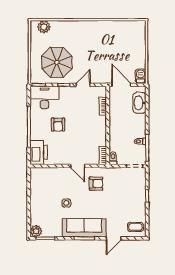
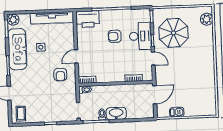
barbecue: (141, 76) -> (177, 112), moved
desk: (44, 97) -> (140, 36), moved
washbasin: (139, 103) -> (116, 113), moved
tv unit: (36, 190) -> (52, 18), added
sofa: (84, 228) -> (17, 49), moved

